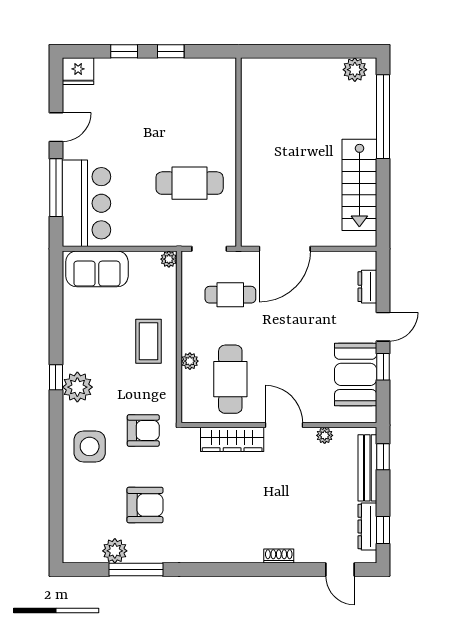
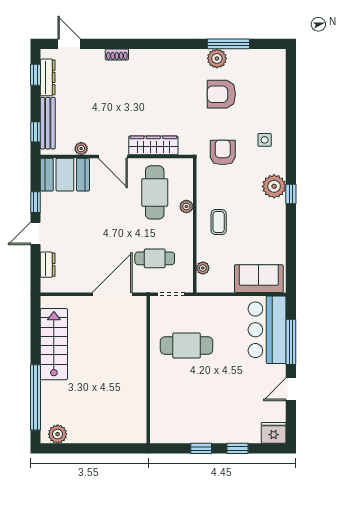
plant: (169, 259) -> (203, 268), moved
coffee table: (148, 341) -> (219, 222), width x0.73, depth x0.77
booth: (356, 374) -> (65, 175), moved, turned 90
armchair: (143, 430) -> (223, 152), turned 90
side table: (90, 446) -> (265, 140), width x0.54, depth x0.54
plant: (115, 551) -> (217, 58), moved

